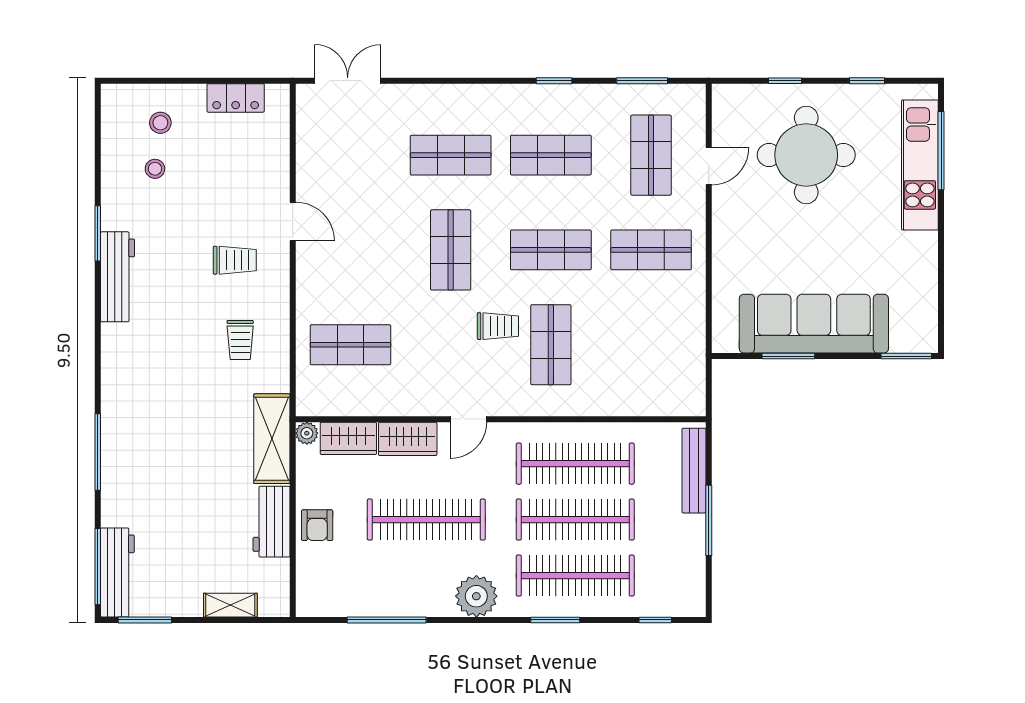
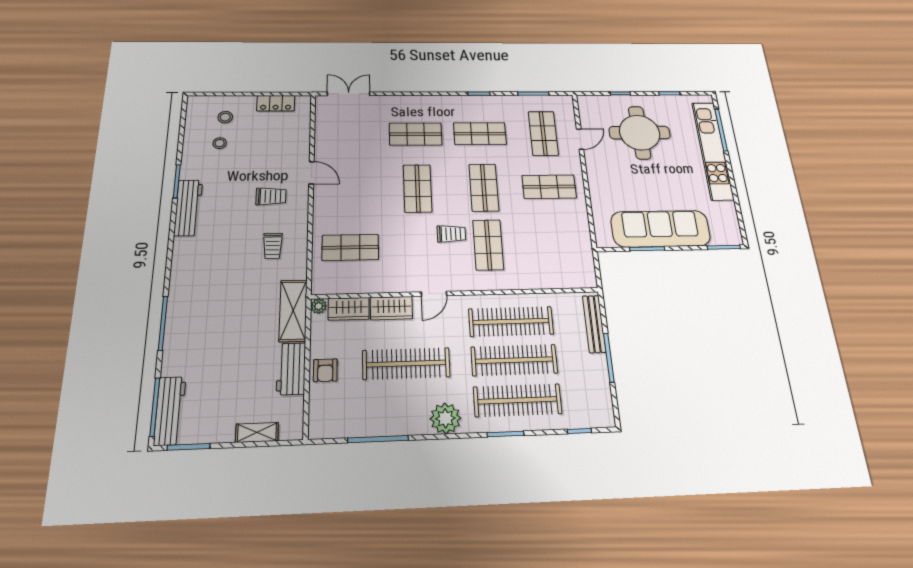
kitchen unit: (920, 165) -> (713, 150), width x1.36
shop shelf: (551, 250) -> (484, 187), turned 90

